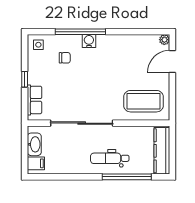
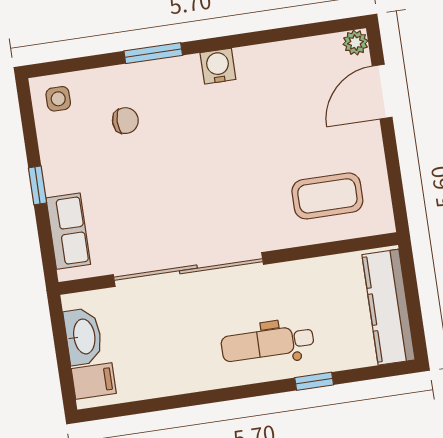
window: (80, 32) -> (153, 53), width x0.47
water cooler: (89, 41) -> (218, 66), moved
coffee table: (143, 101) -> (327, 196), width x0.73, depth x0.76
window: (127, 177) -> (314, 381), width x0.32

